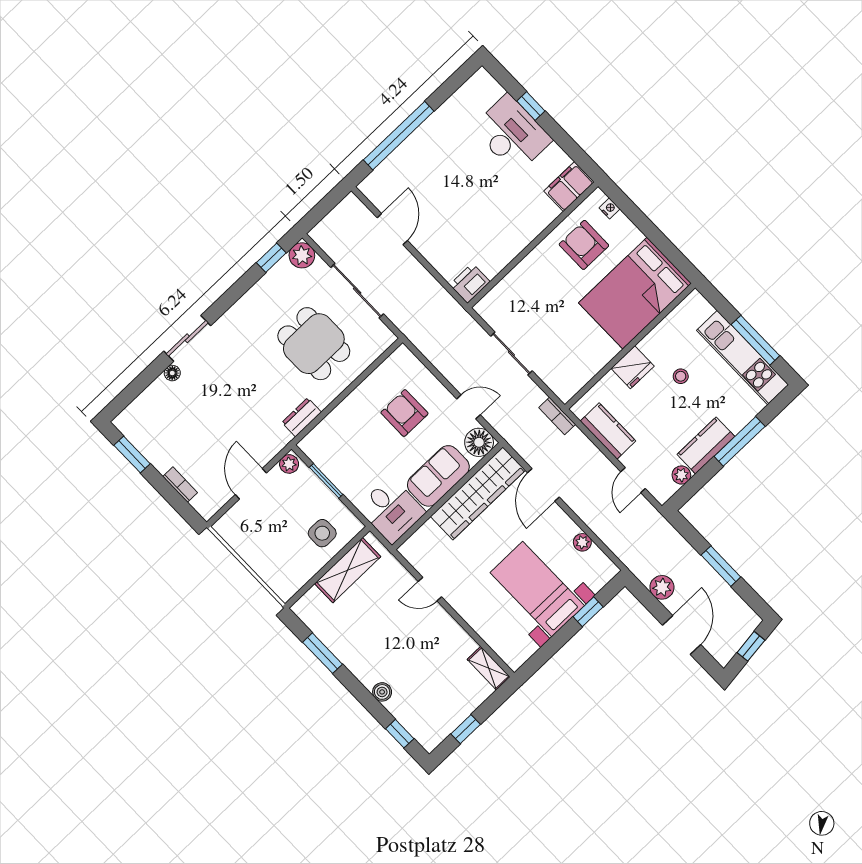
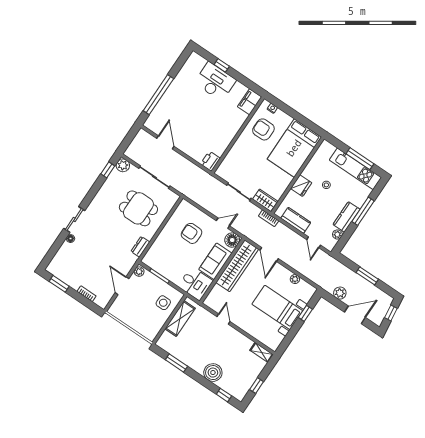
wardrobe: (558, 380) -> (265, 200), added
door: (430, 589) -> (223, 319), swing flipped
door: (682, 635) -> (355, 315), hinge flipped
boiler: (382, 692) -> (213, 373), width x1.86, depth x1.86

